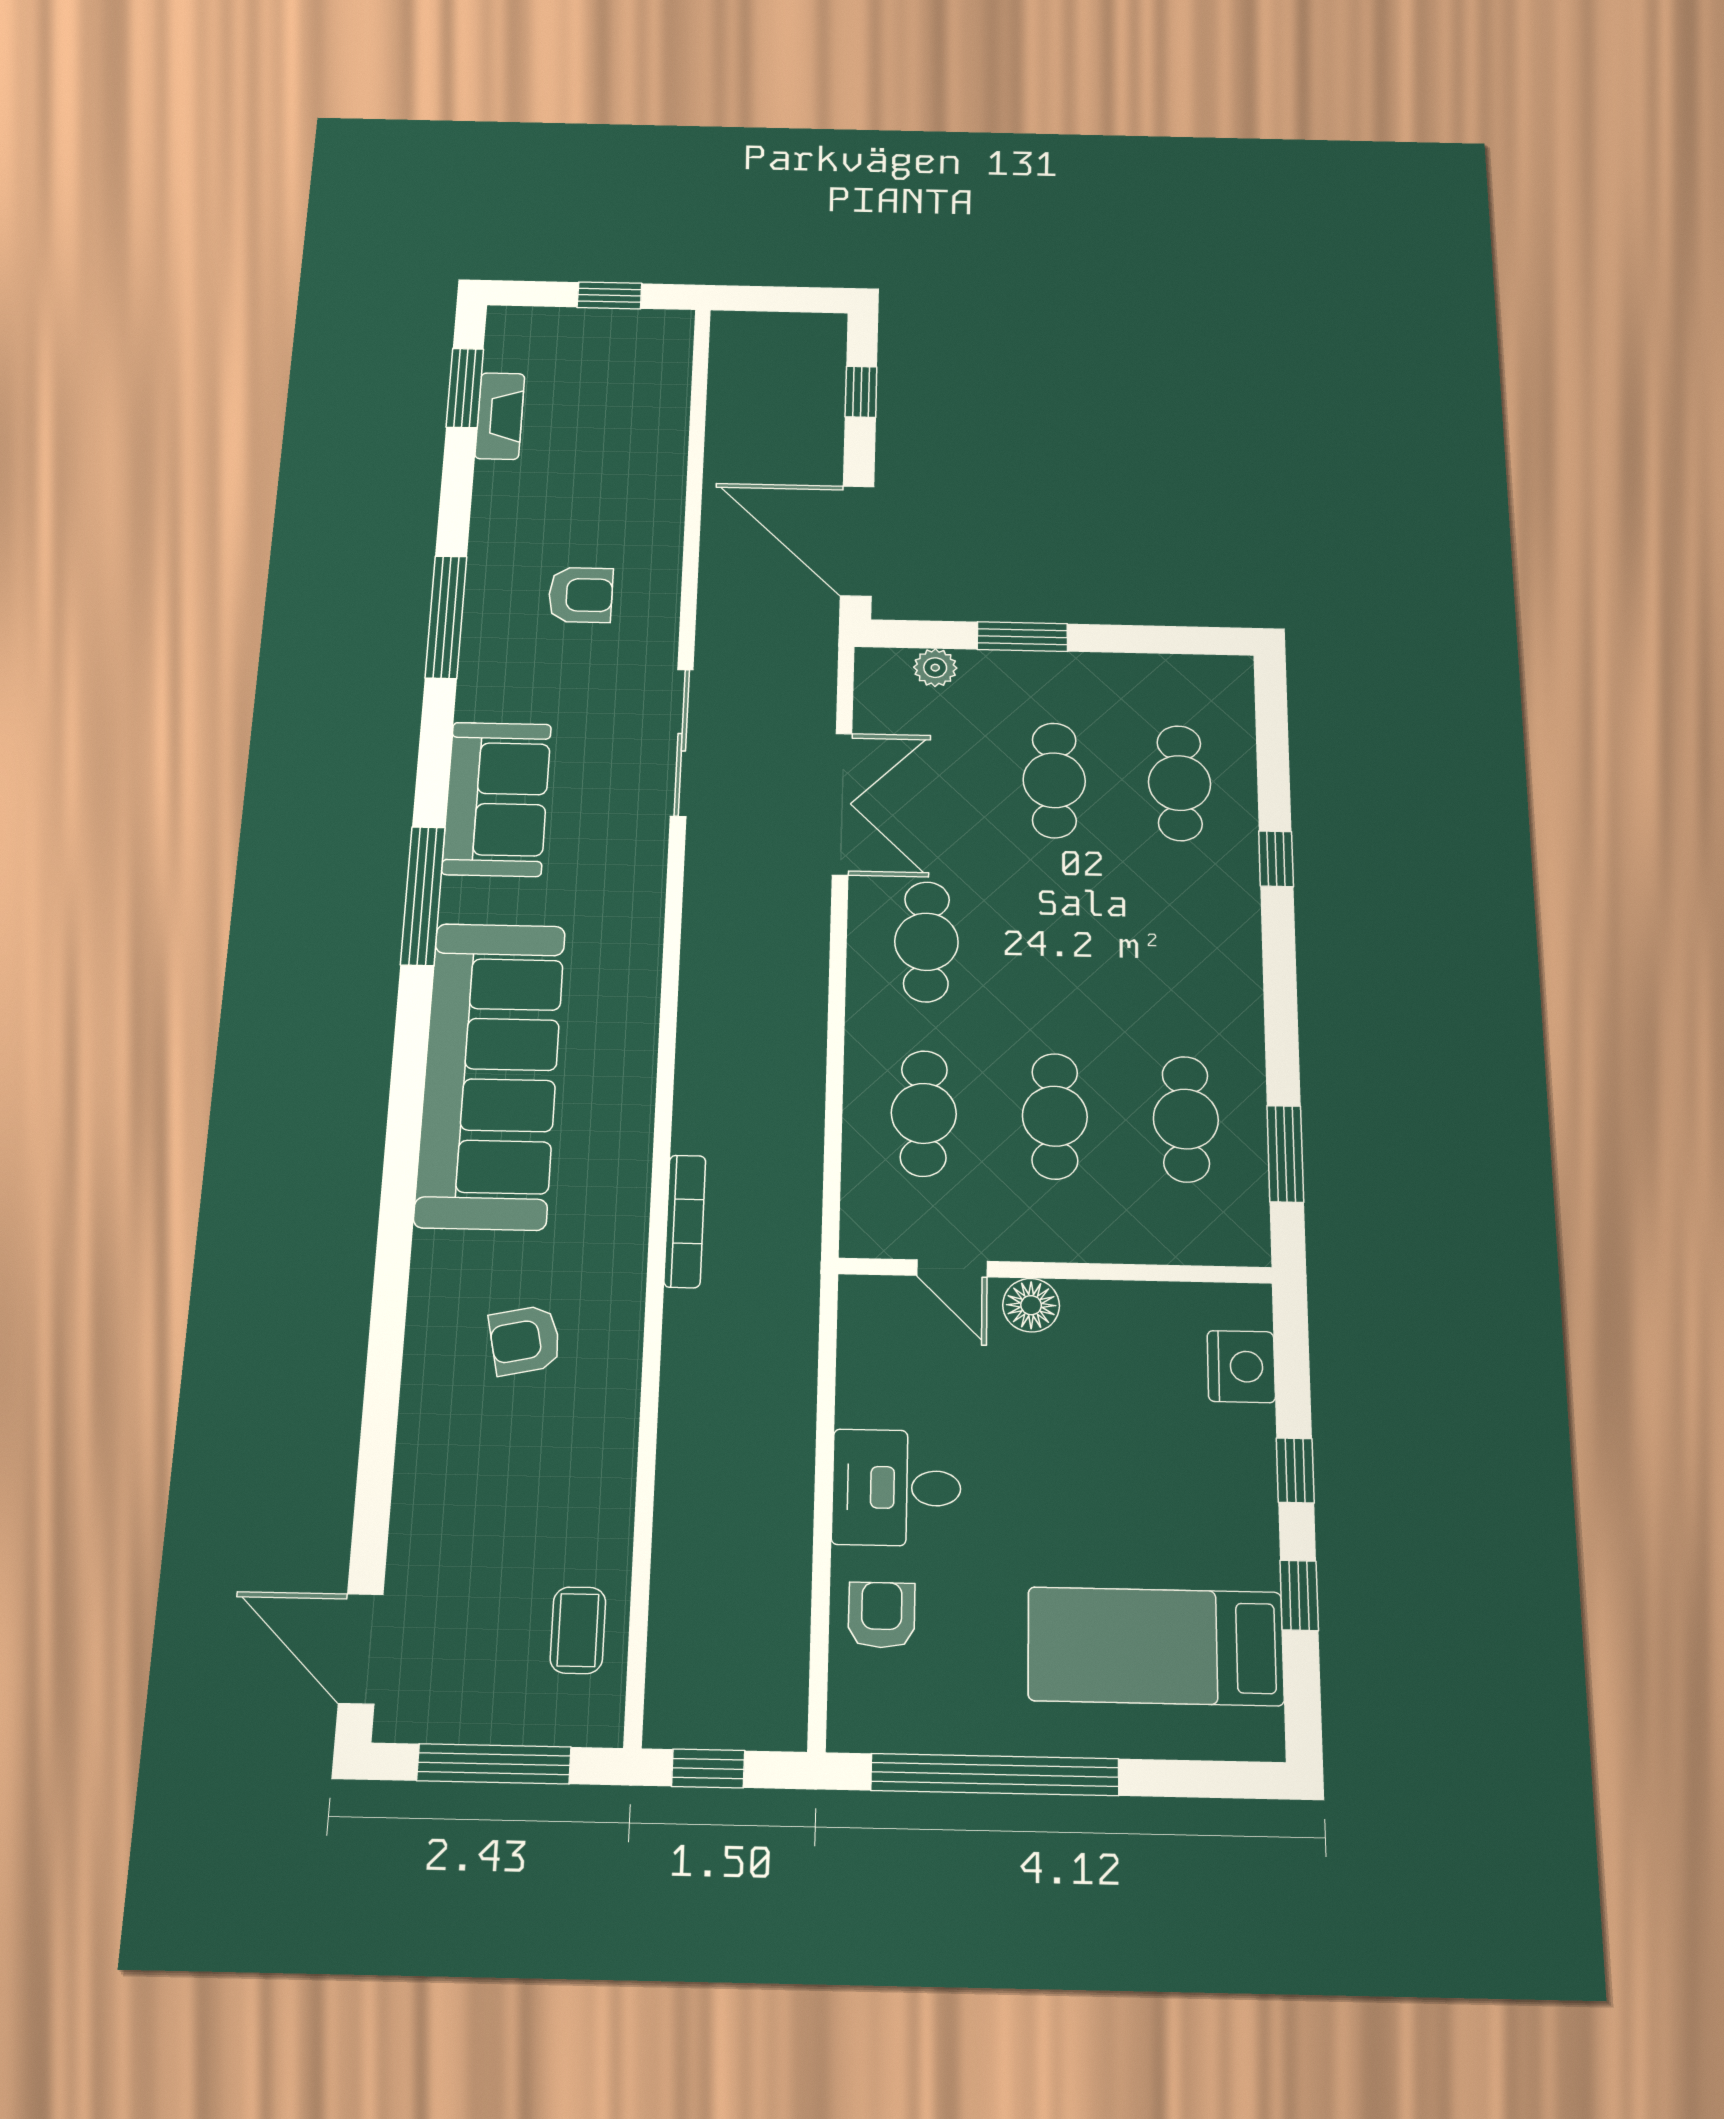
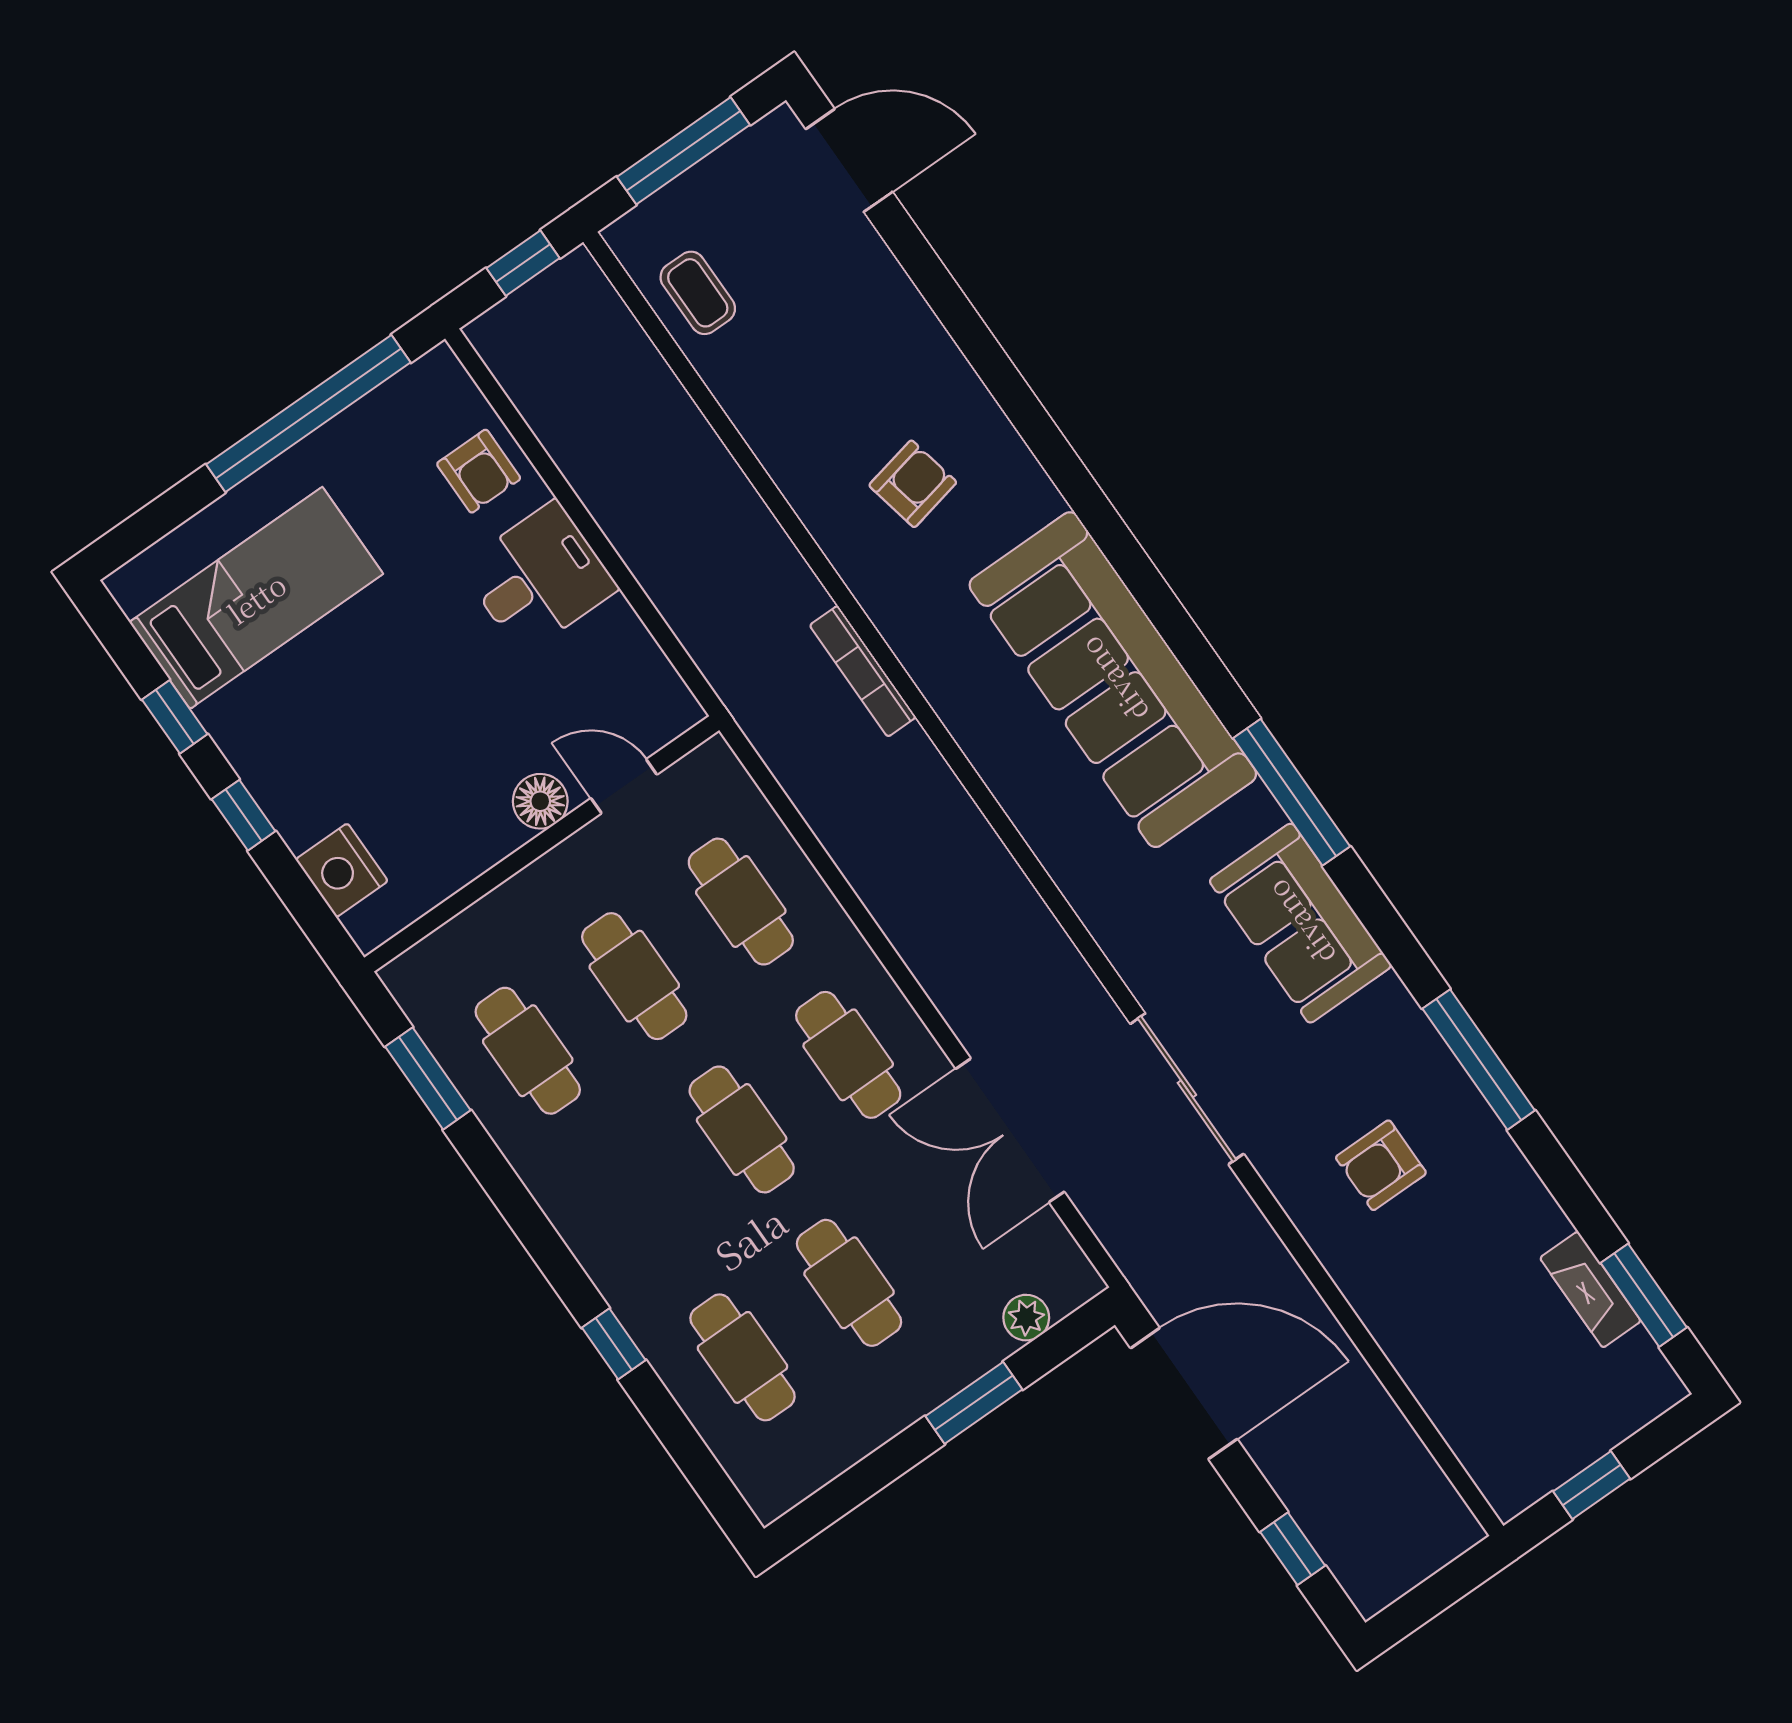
cafe table: (1055, 944) -> (742, 1129), added

